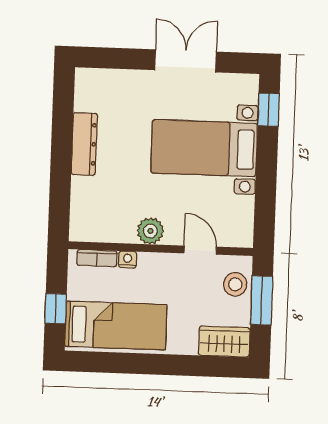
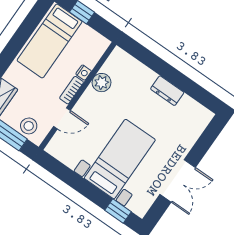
dresser: (84, 144) -> (167, 91), width x0.70
plant: (150, 231) -> (102, 83), moved
bookcase: (97, 258) -> (72, 90), moved

